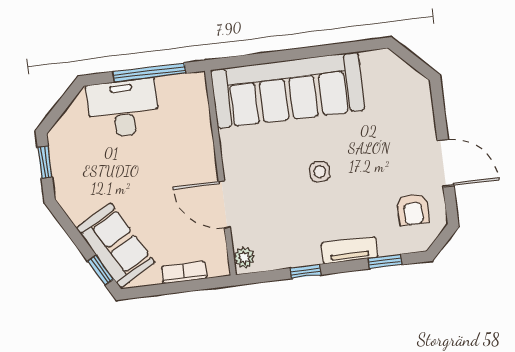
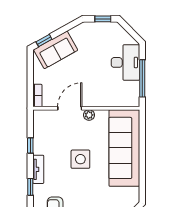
side table: (320, 172) -> (80, 159), width x1.87, depth x1.87
plant: (244, 258) -> (89, 115), moved
bookcase: (184, 273) -> (37, 96), moved

